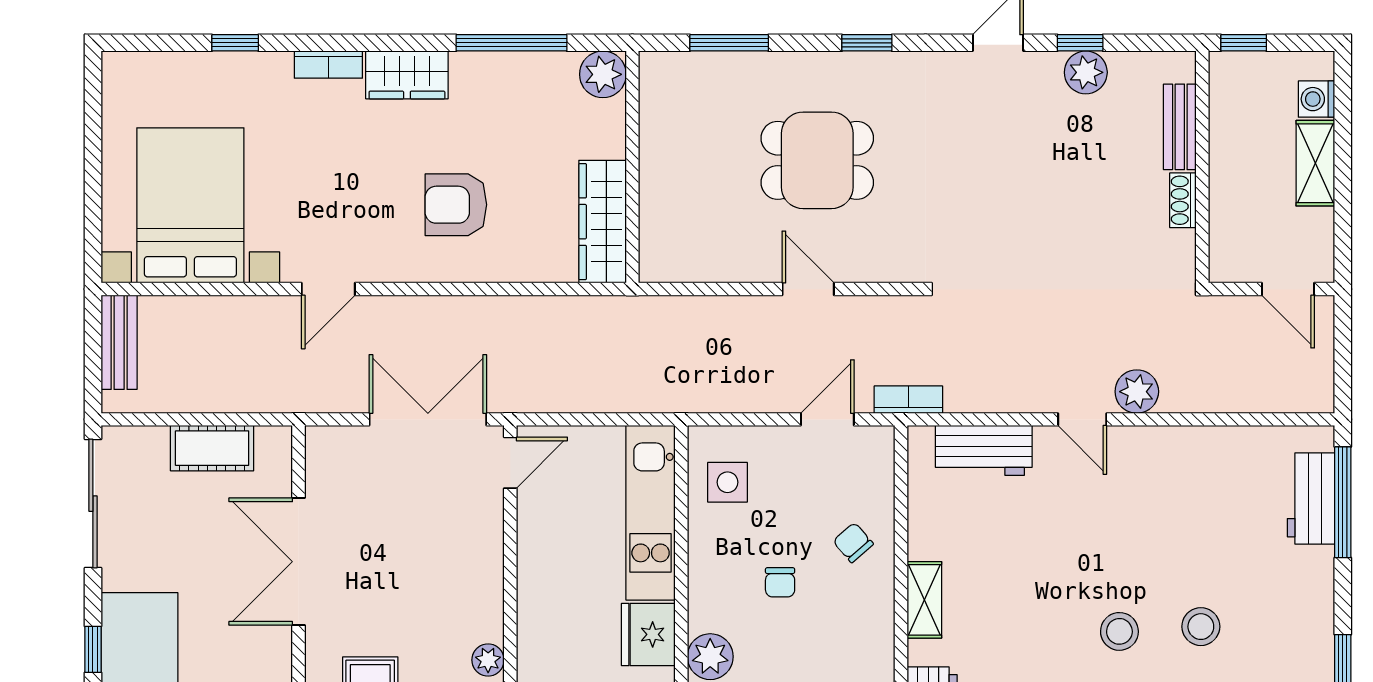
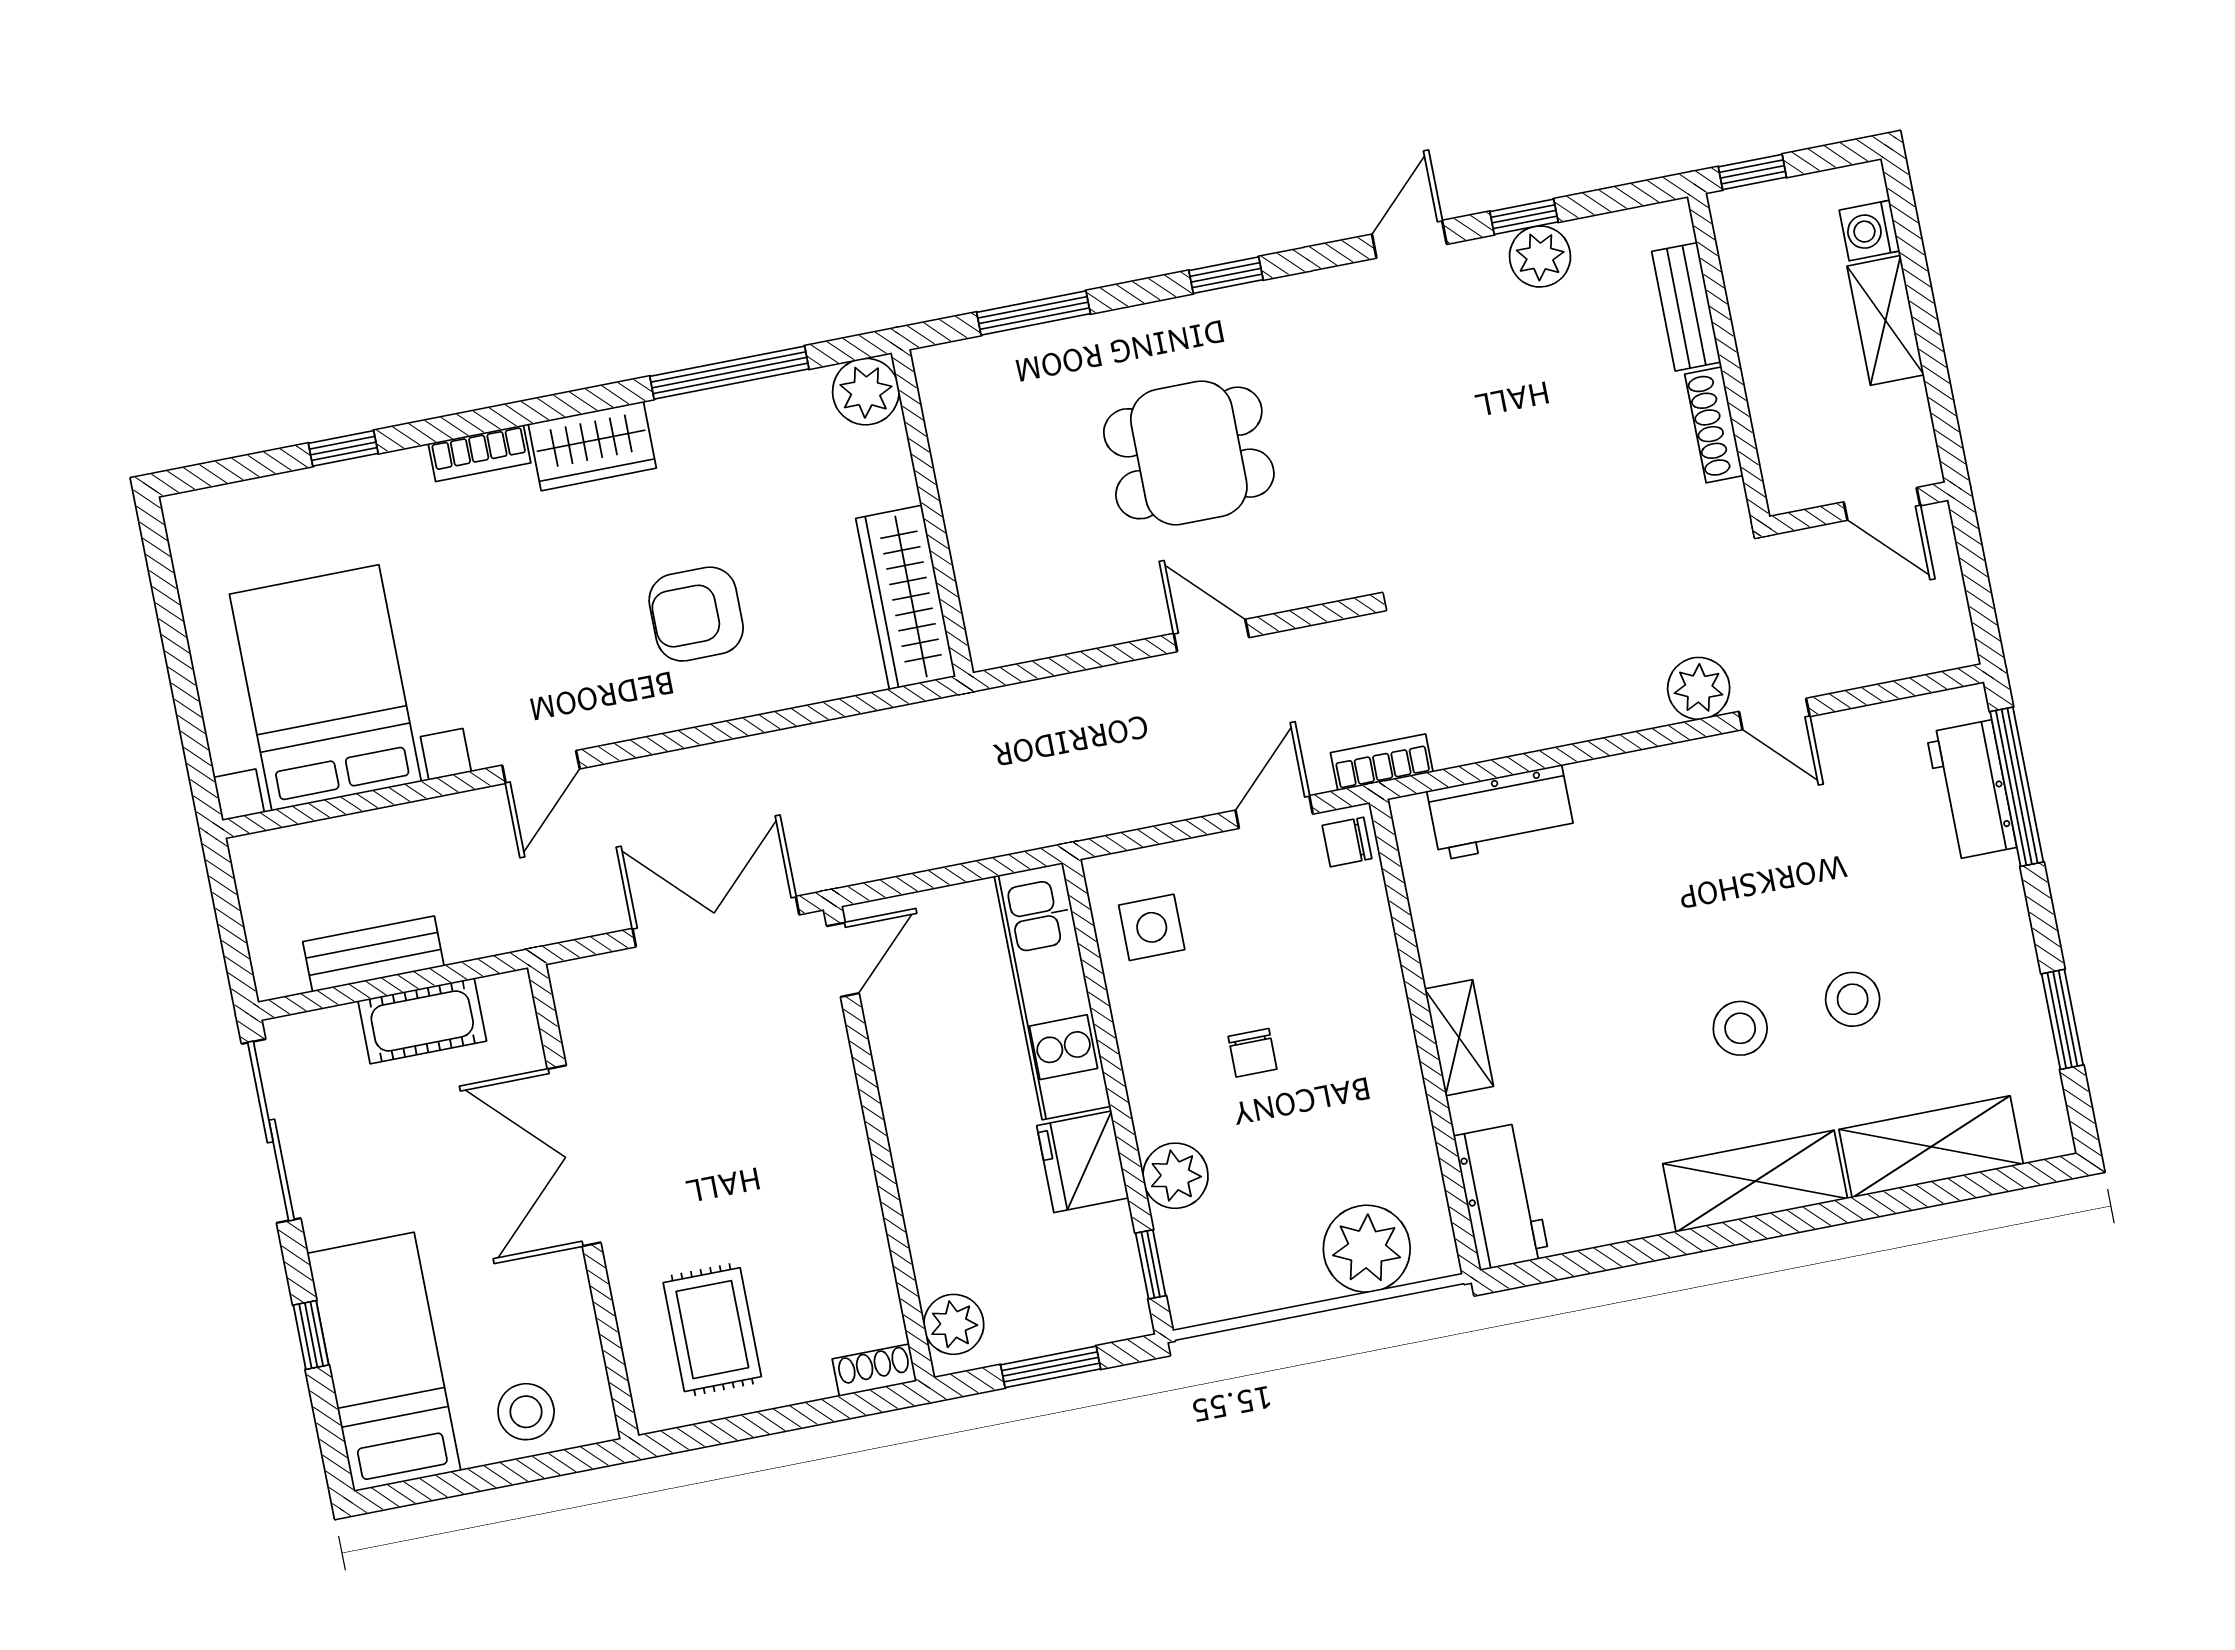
shoe rack: (1183, 200) -> (1714, 425), width x1.43
bench: (119, 342) -> (373, 954), moved, turned 90
door: (1082, 419) -> (1774, 714), moved
chair: (853, 543) -> (1347, 842), moved, turned -49
plant: (488, 660) -> (866, 1241), removed

